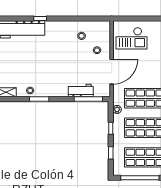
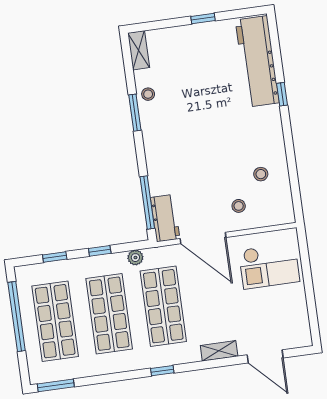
checkout: (131, 38) -> (269, 266), turned -90
workbench: (81, 91) -> (165, 218), moved

